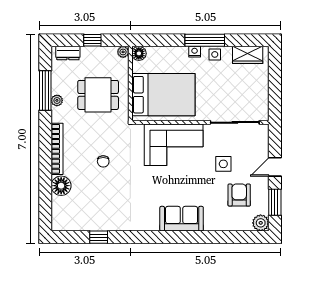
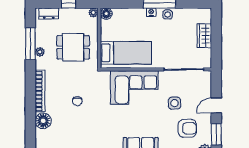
wardrobe: (248, 55) -> (204, 36), moved, turned 90
bed: (163, 95) -> (126, 53), width x0.67
armchair: (239, 195) -> (187, 128), turned 90

